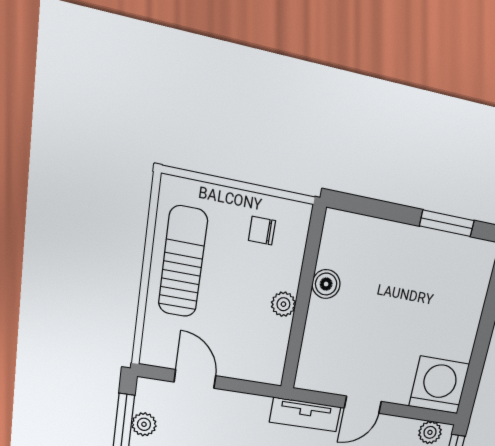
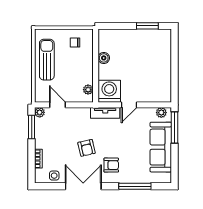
plant: (283, 304) -> (88, 90), moved
washing machine: (439, 385) -> (109, 91), moved
plant: (144, 424) -> (40, 112), moved

